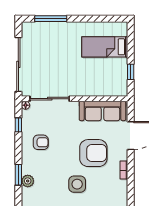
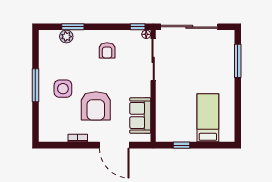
sofa: (103, 111) -> (140, 115), width x0.73
window: (18, 125) -> (138, 27), moved

